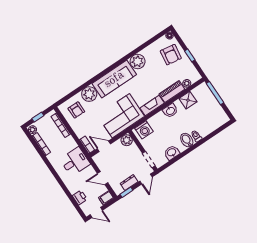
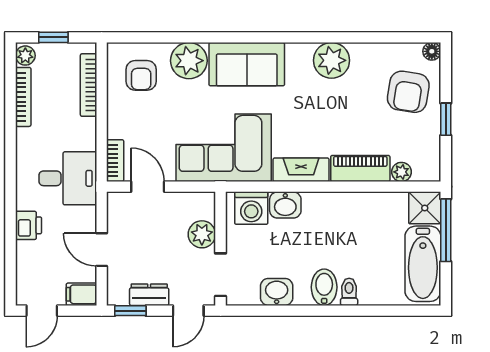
sofa: (114, 79) -> (247, 64), width x0.73
shower: (188, 100) -> (425, 208), moved
bathtub: (215, 110) -> (423, 264), added
washbasin: (170, 111) -> (285, 205), moved
plant: (127, 140) -> (202, 234), moved
printer: (80, 198) -> (28, 225), moved
door: (96, 212) -> (42, 311), hinge flipped

